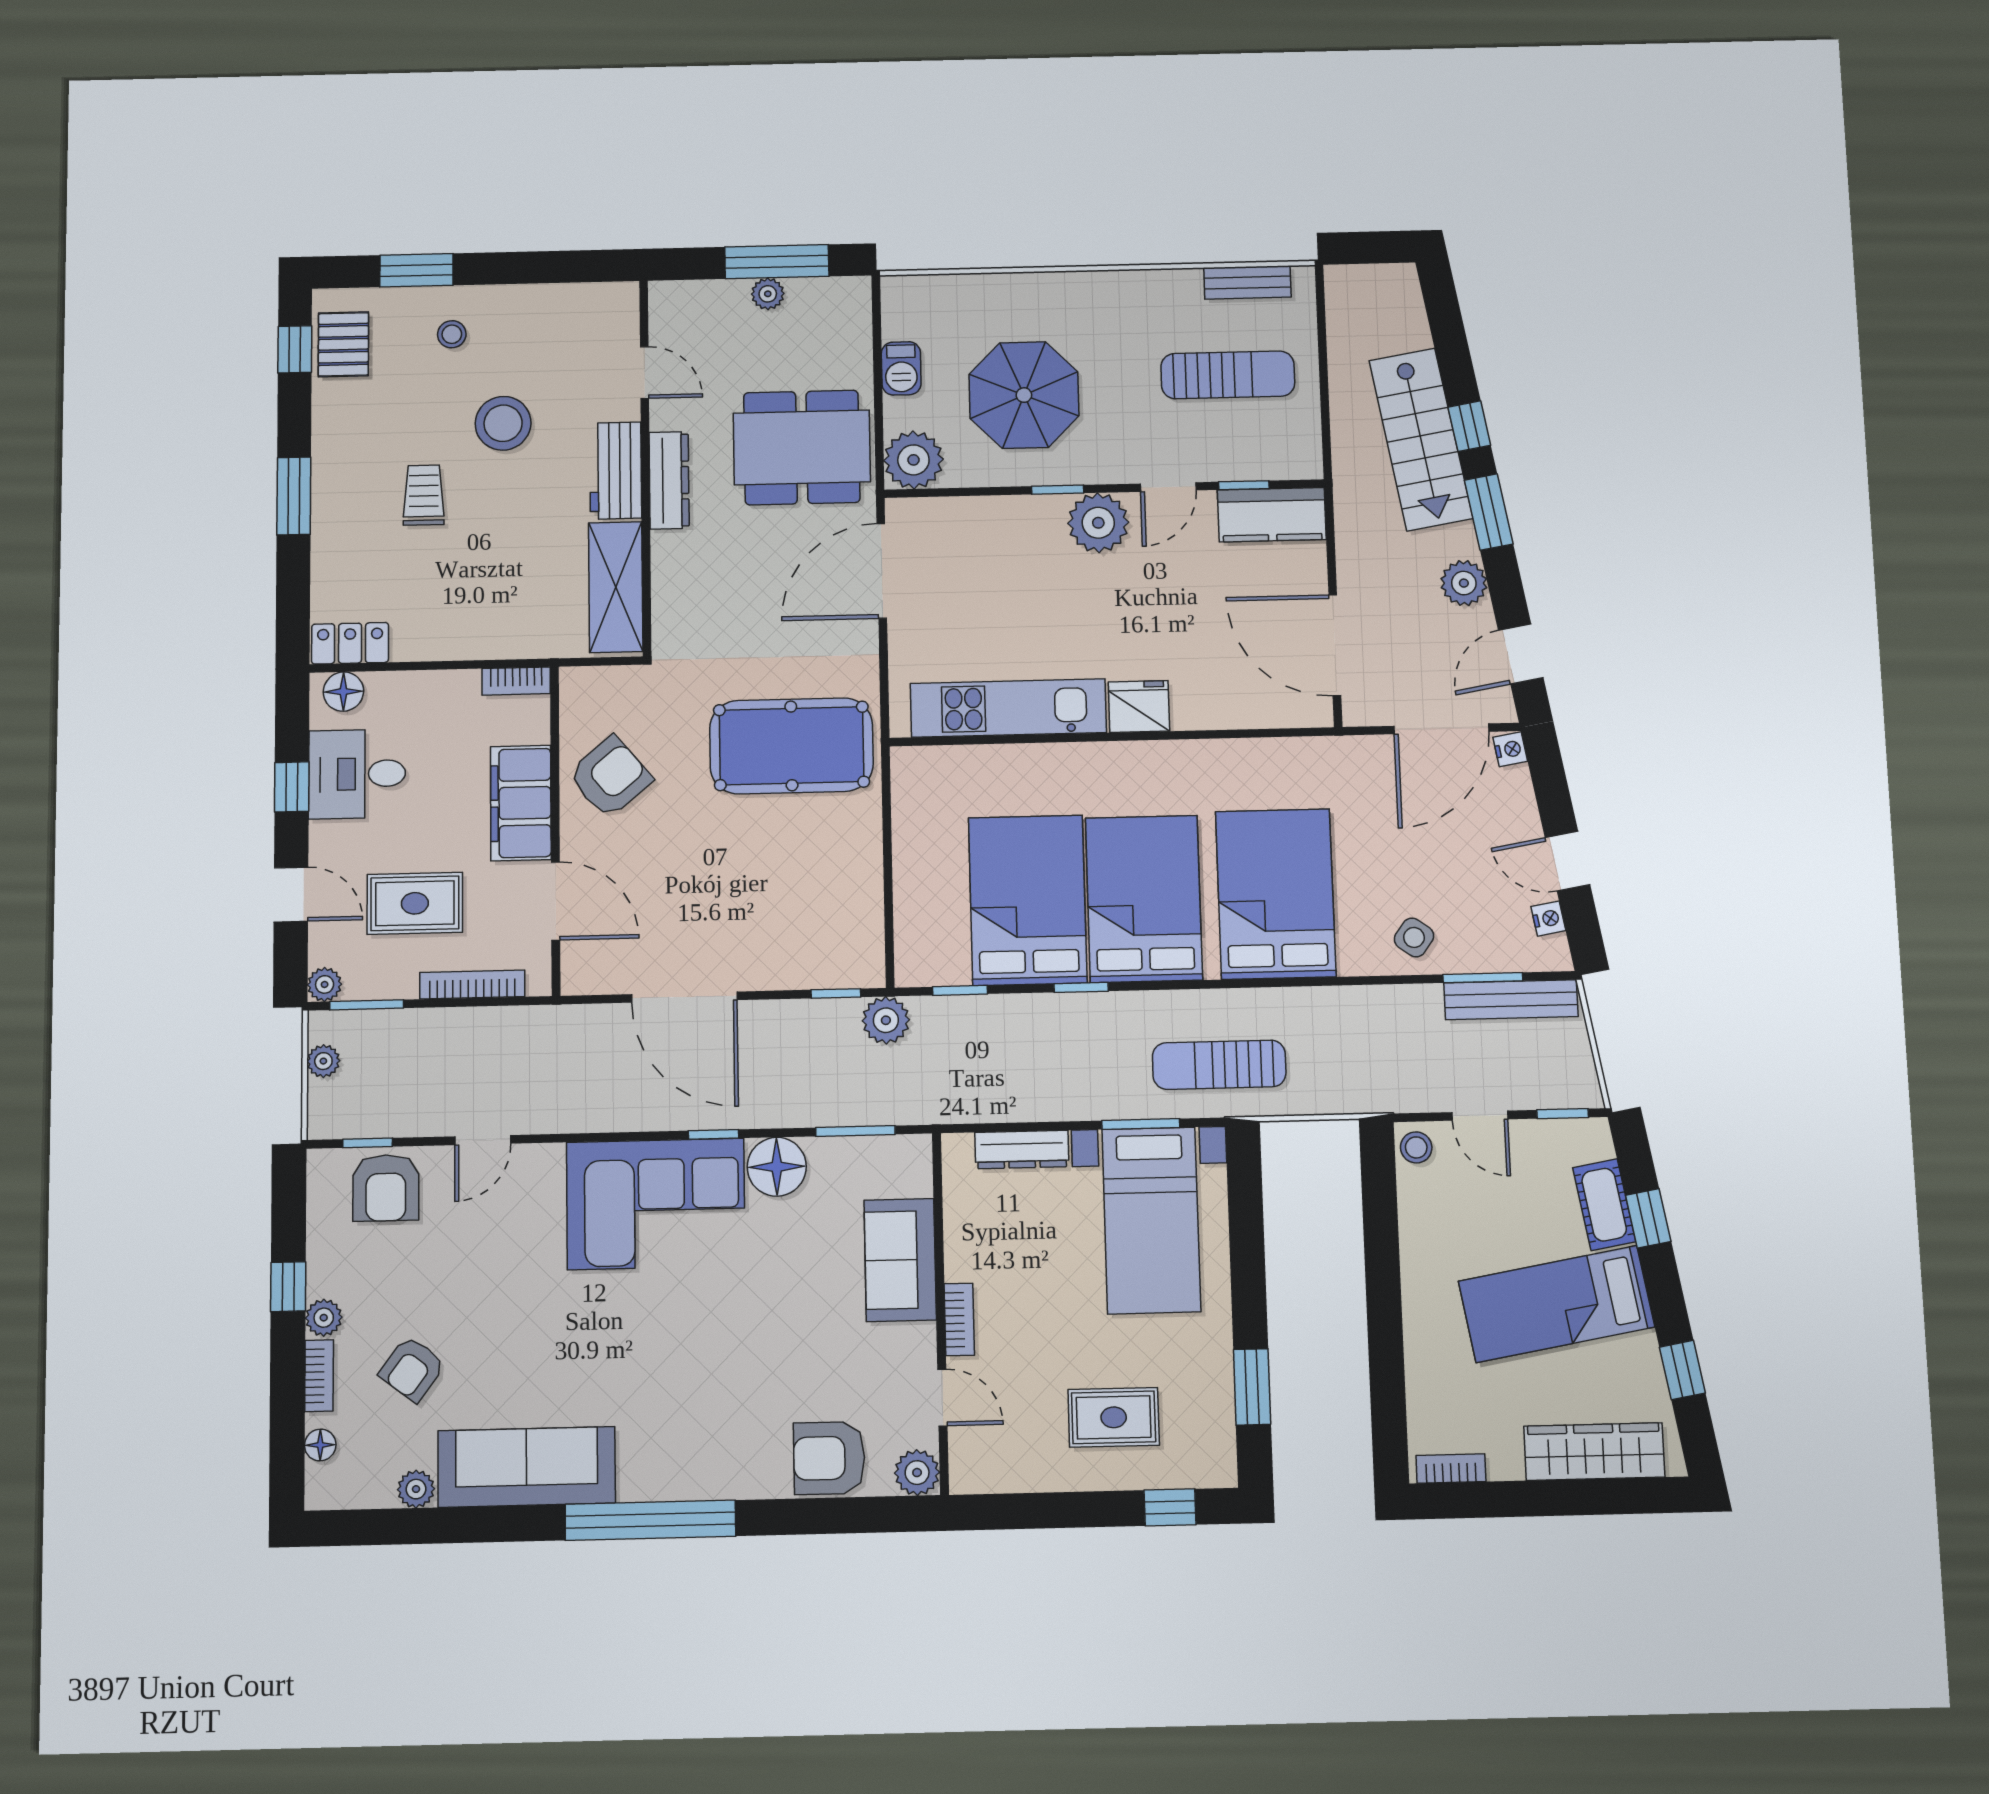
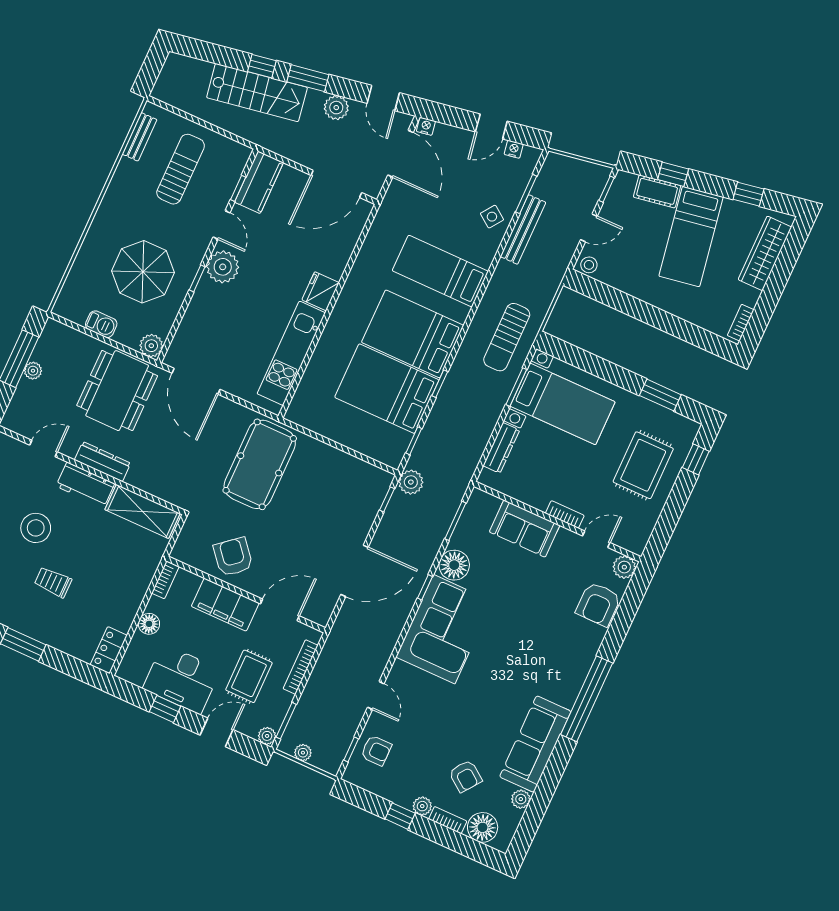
plant: (913, 460) -> (151, 346), width x0.73, depth x0.73
floor lamp: (343, 692) -> (149, 624), moved
desk: (357, 774) -> (182, 679), width x1.37
bed: (1276, 894) -> (440, 271), width x0.67
bench: (1511, 1000) -> (523, 229), moved
armchair: (386, 1188) -> (376, 750), width x0.72, depth x0.72
rug: (1114, 1417) -> (643, 465), width x1.36, depth x1.43
floor lamp: (320, 1445) -> (483, 827), width x1.89, depth x1.89

